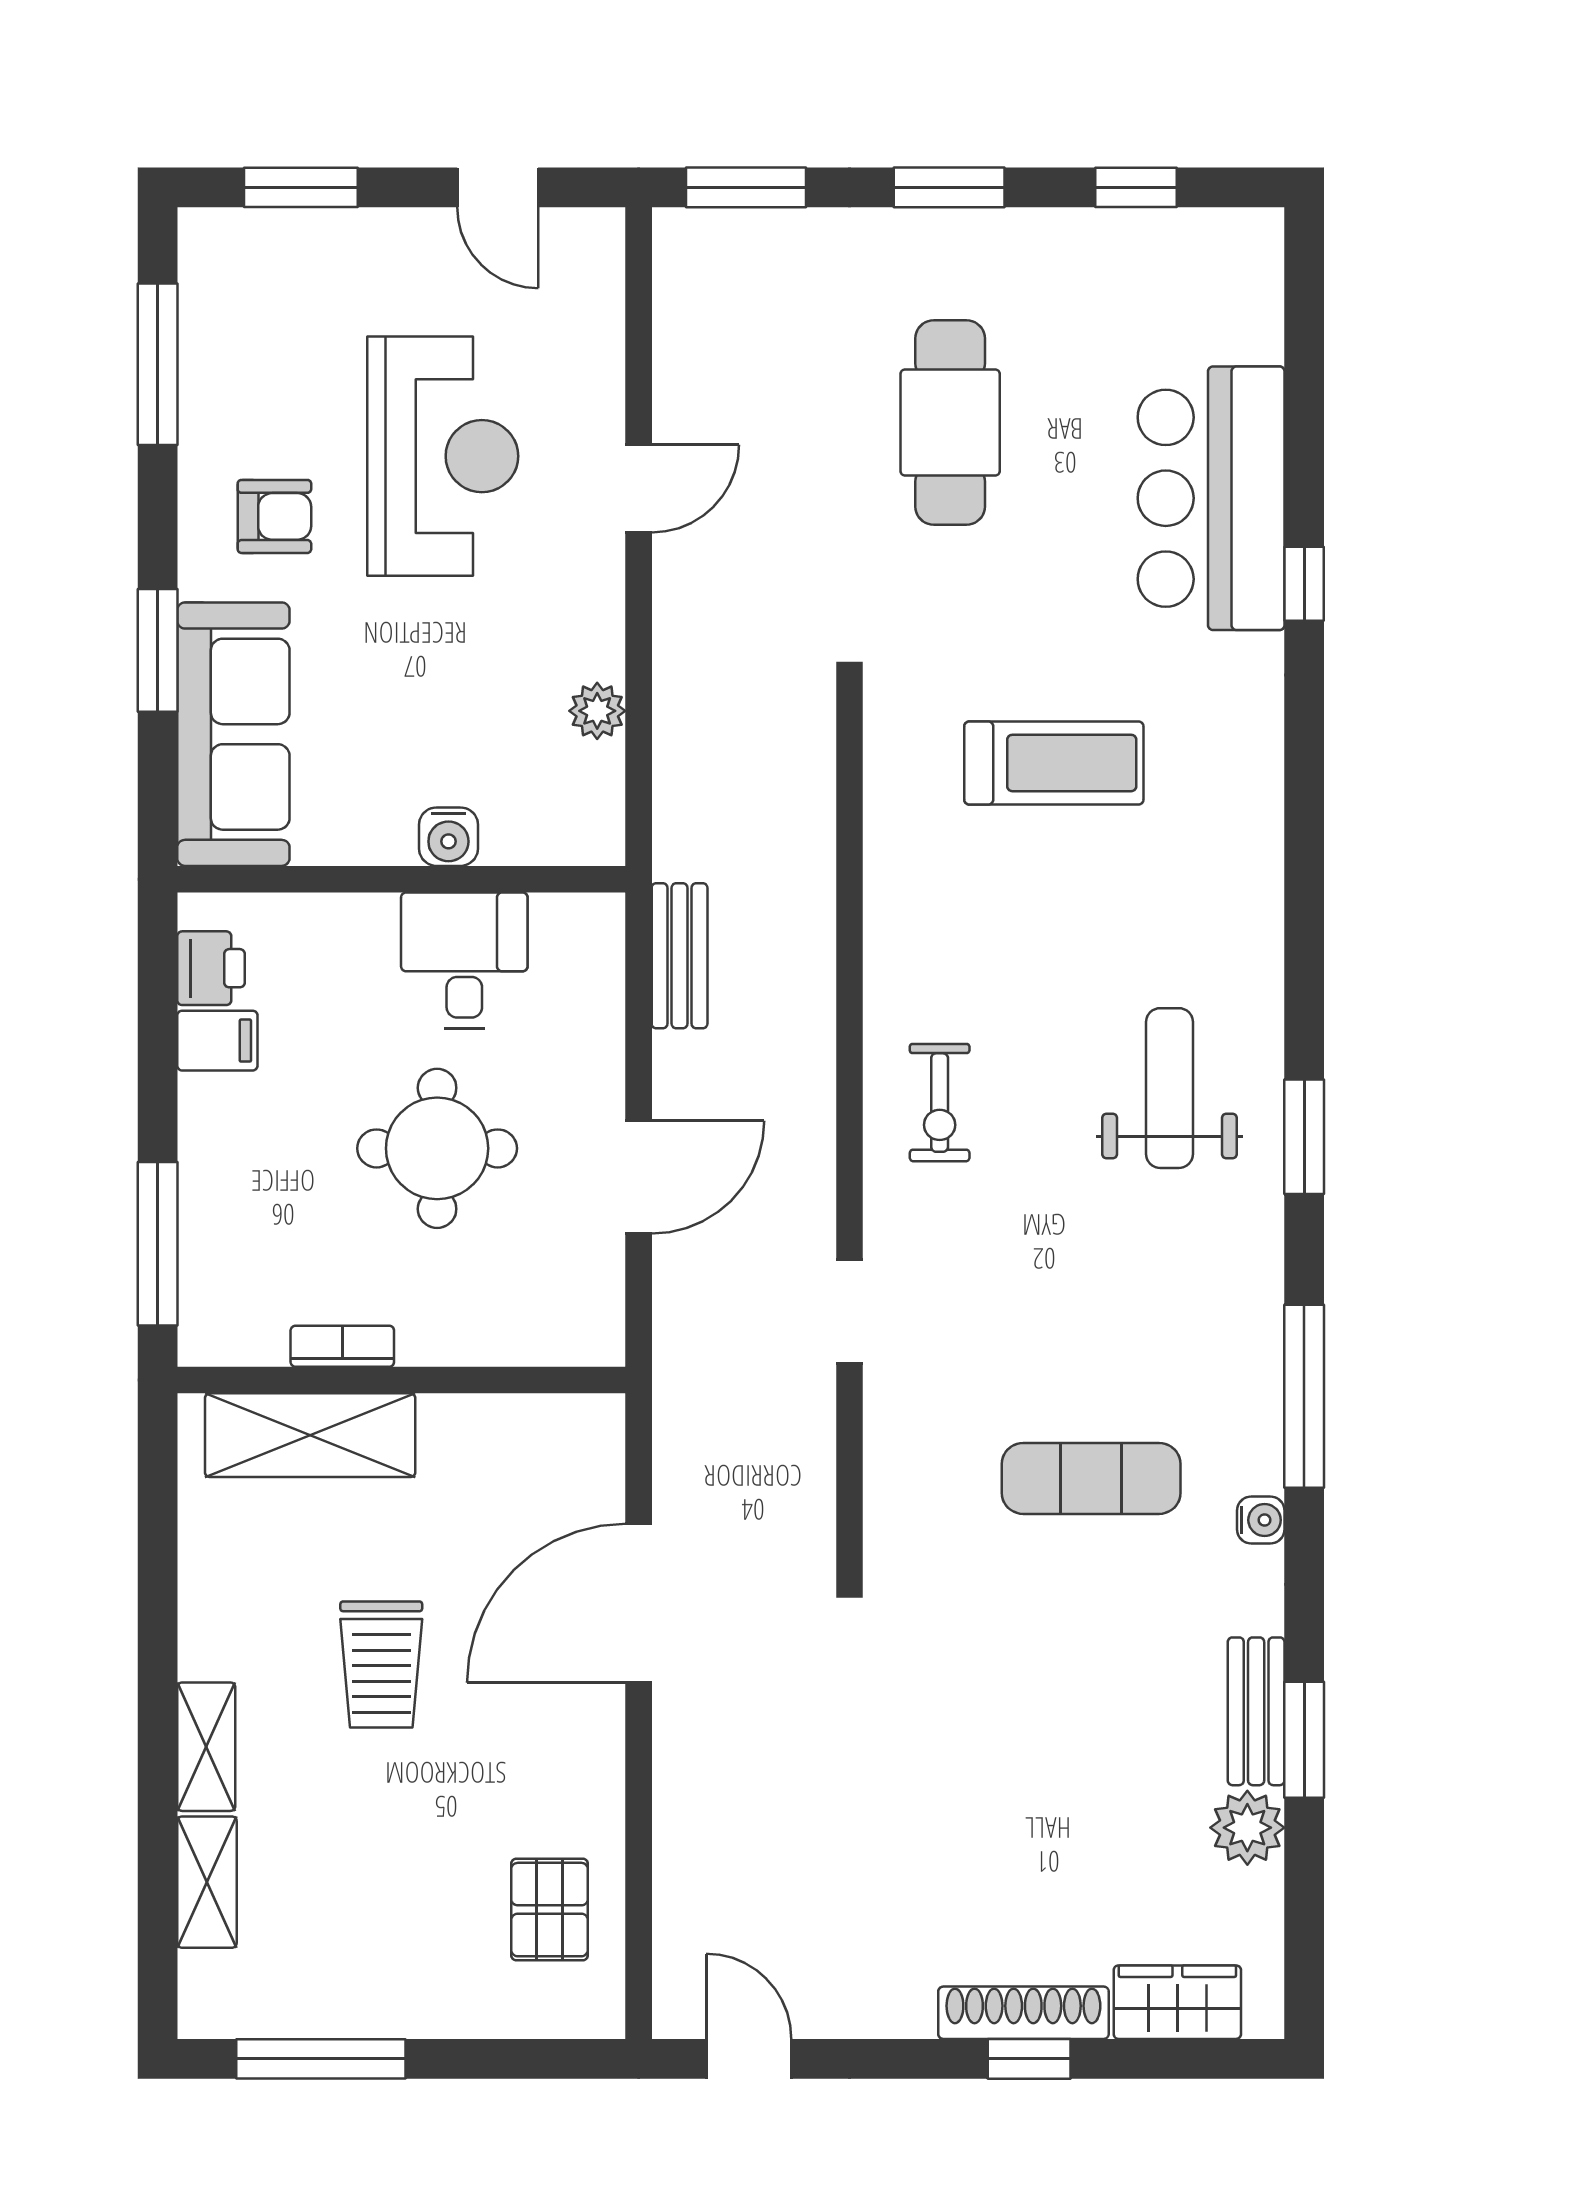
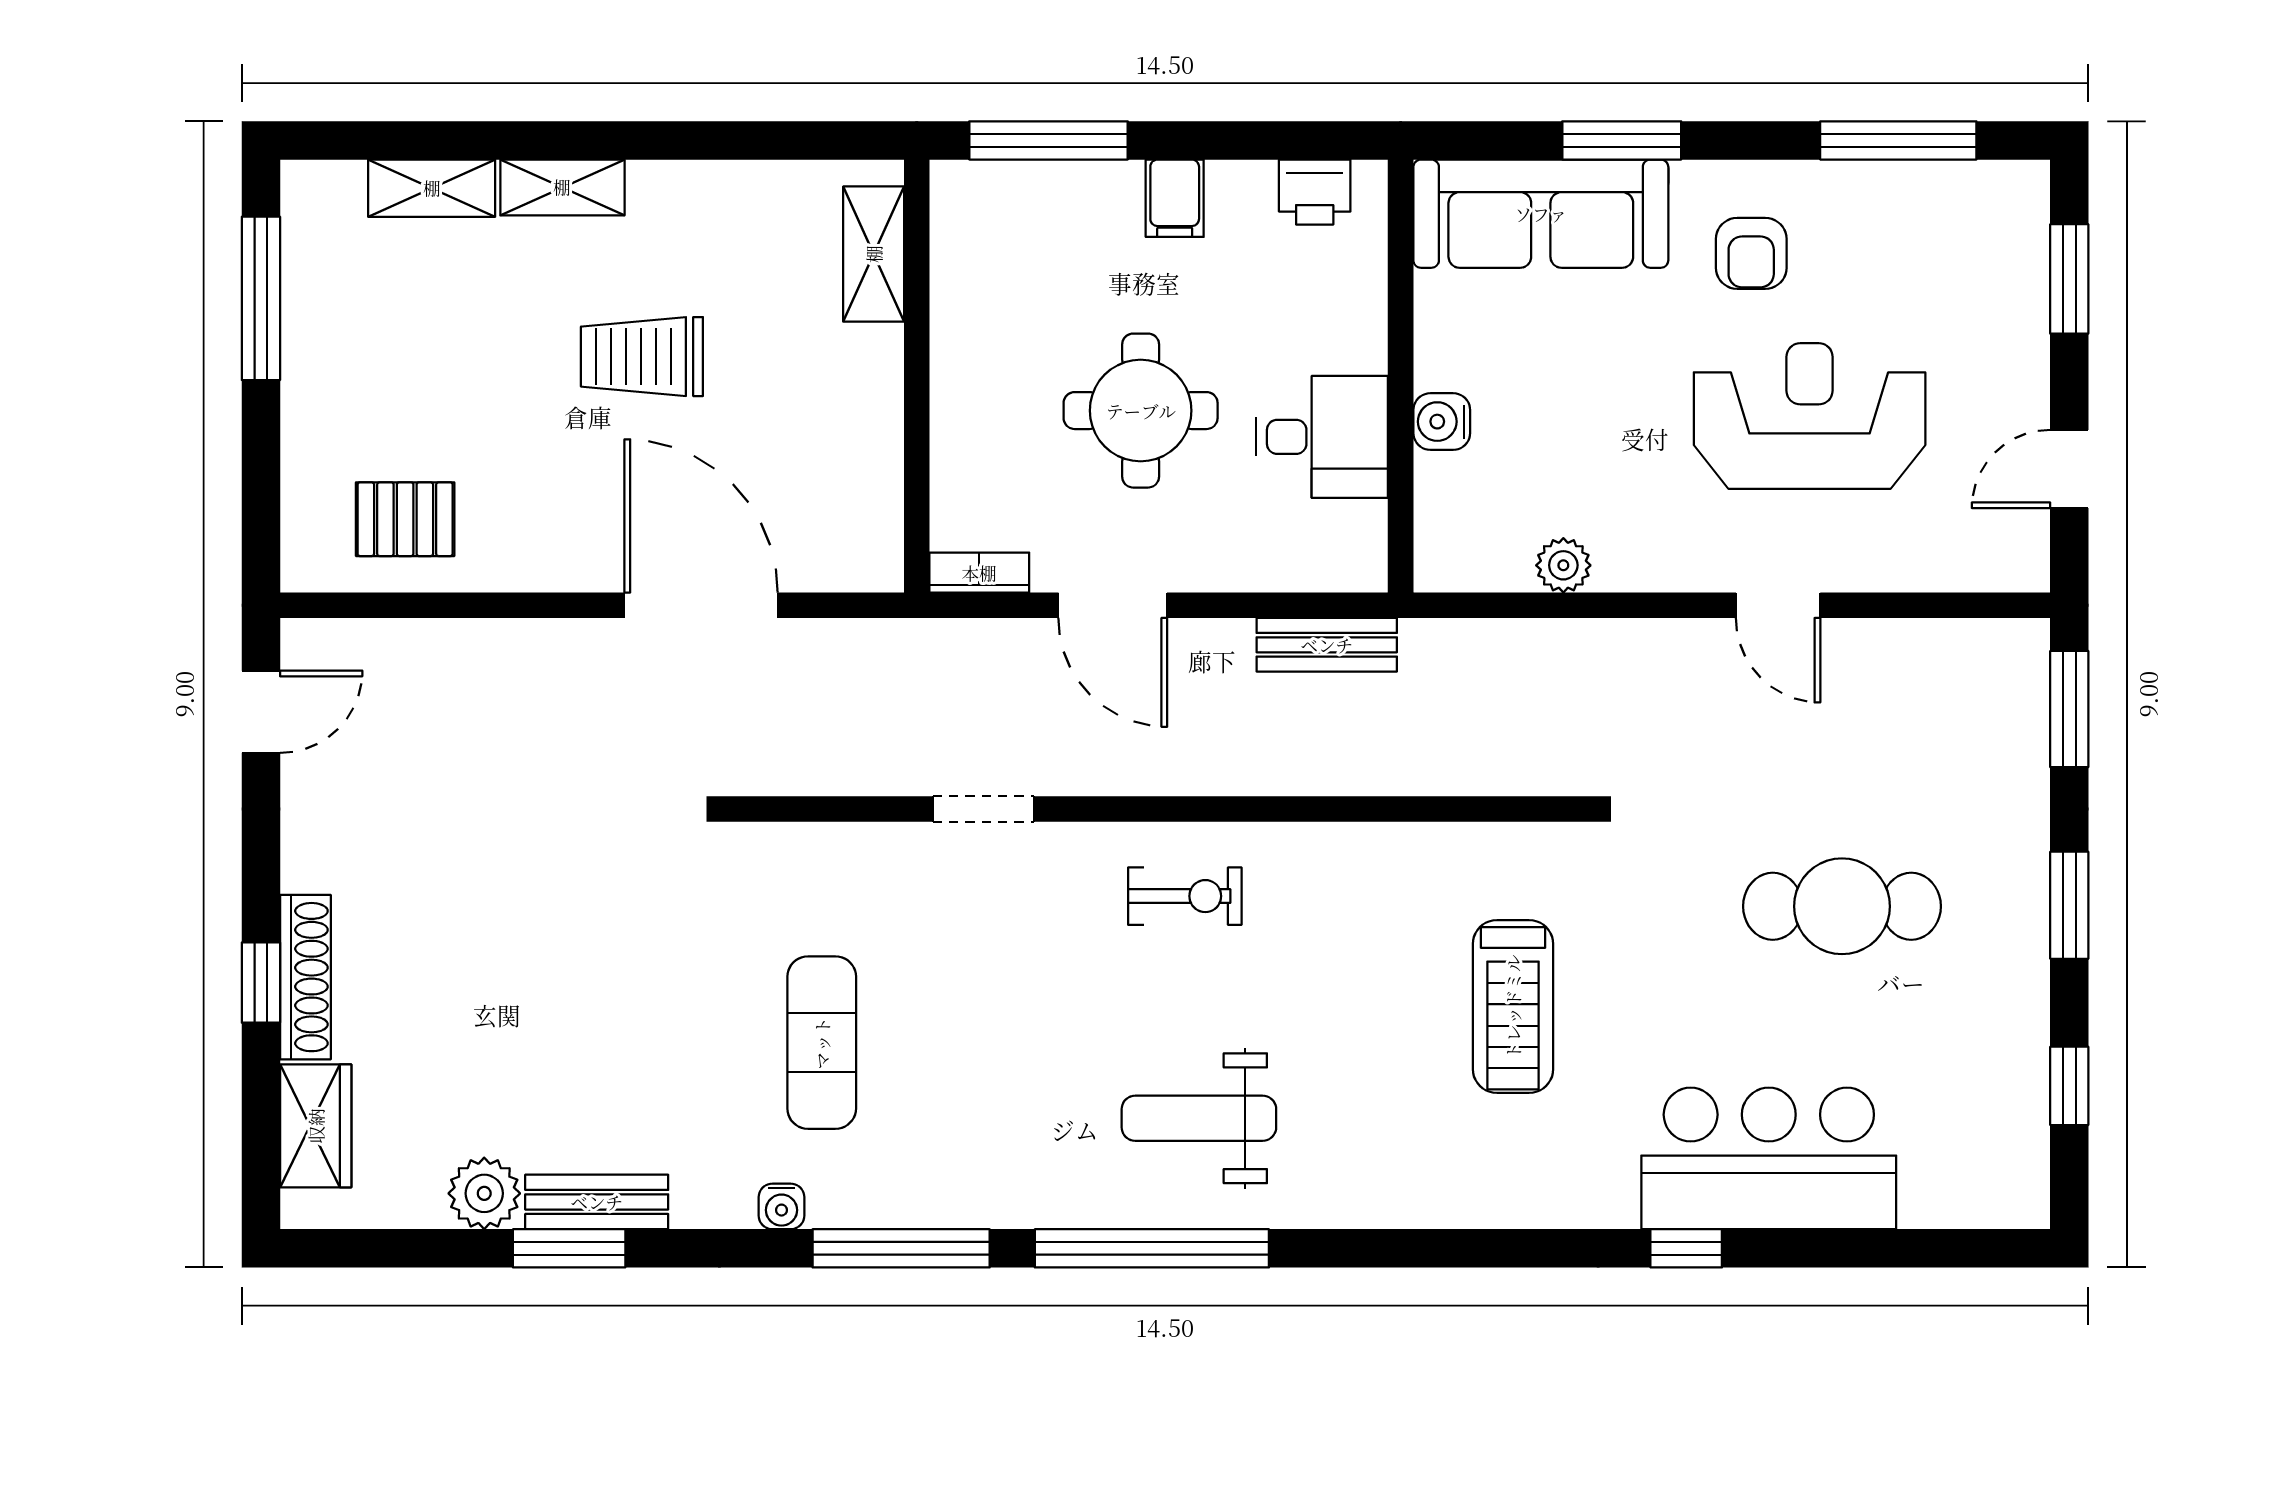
reception desk: (443, 456) -> (1810, 416), turned 180
filing cabinet: (217, 1041) -> (1175, 198), moved
weight bench: (1170, 1088) -> (1199, 1118), turned 180
exercise bike: (940, 1103) -> (1185, 896), turned 180
window: (1304, 1137) -> (1152, 1248), width x2.11
bookcase: (342, 1346) -> (979, 573), moved, turned -90
shelving: (310, 1435) -> (874, 254), width x0.67, depth x0.75

